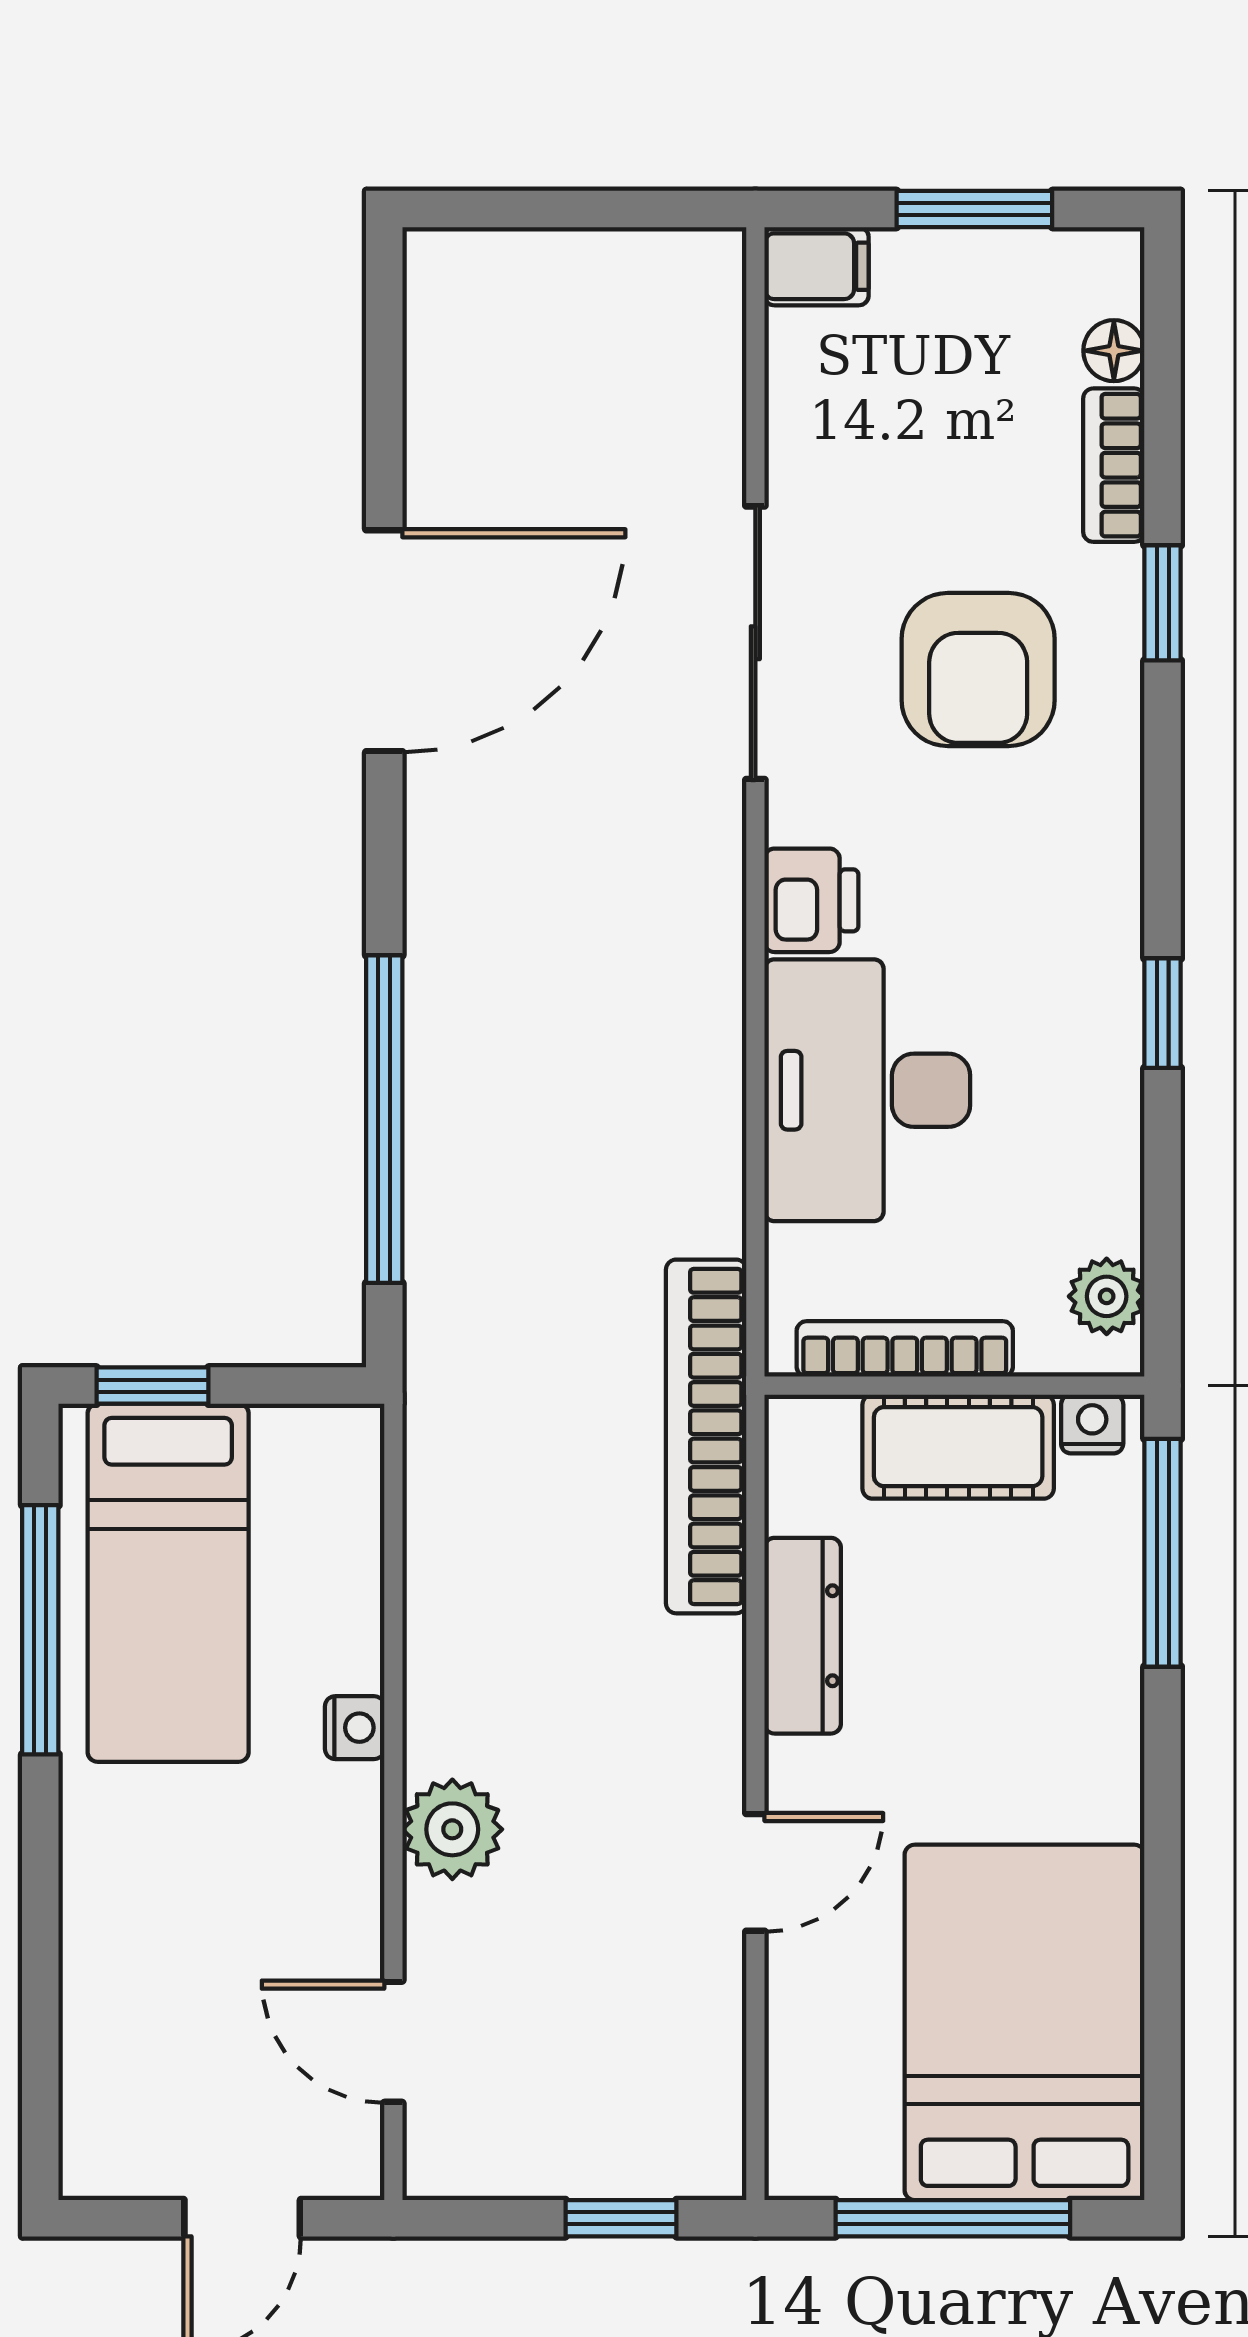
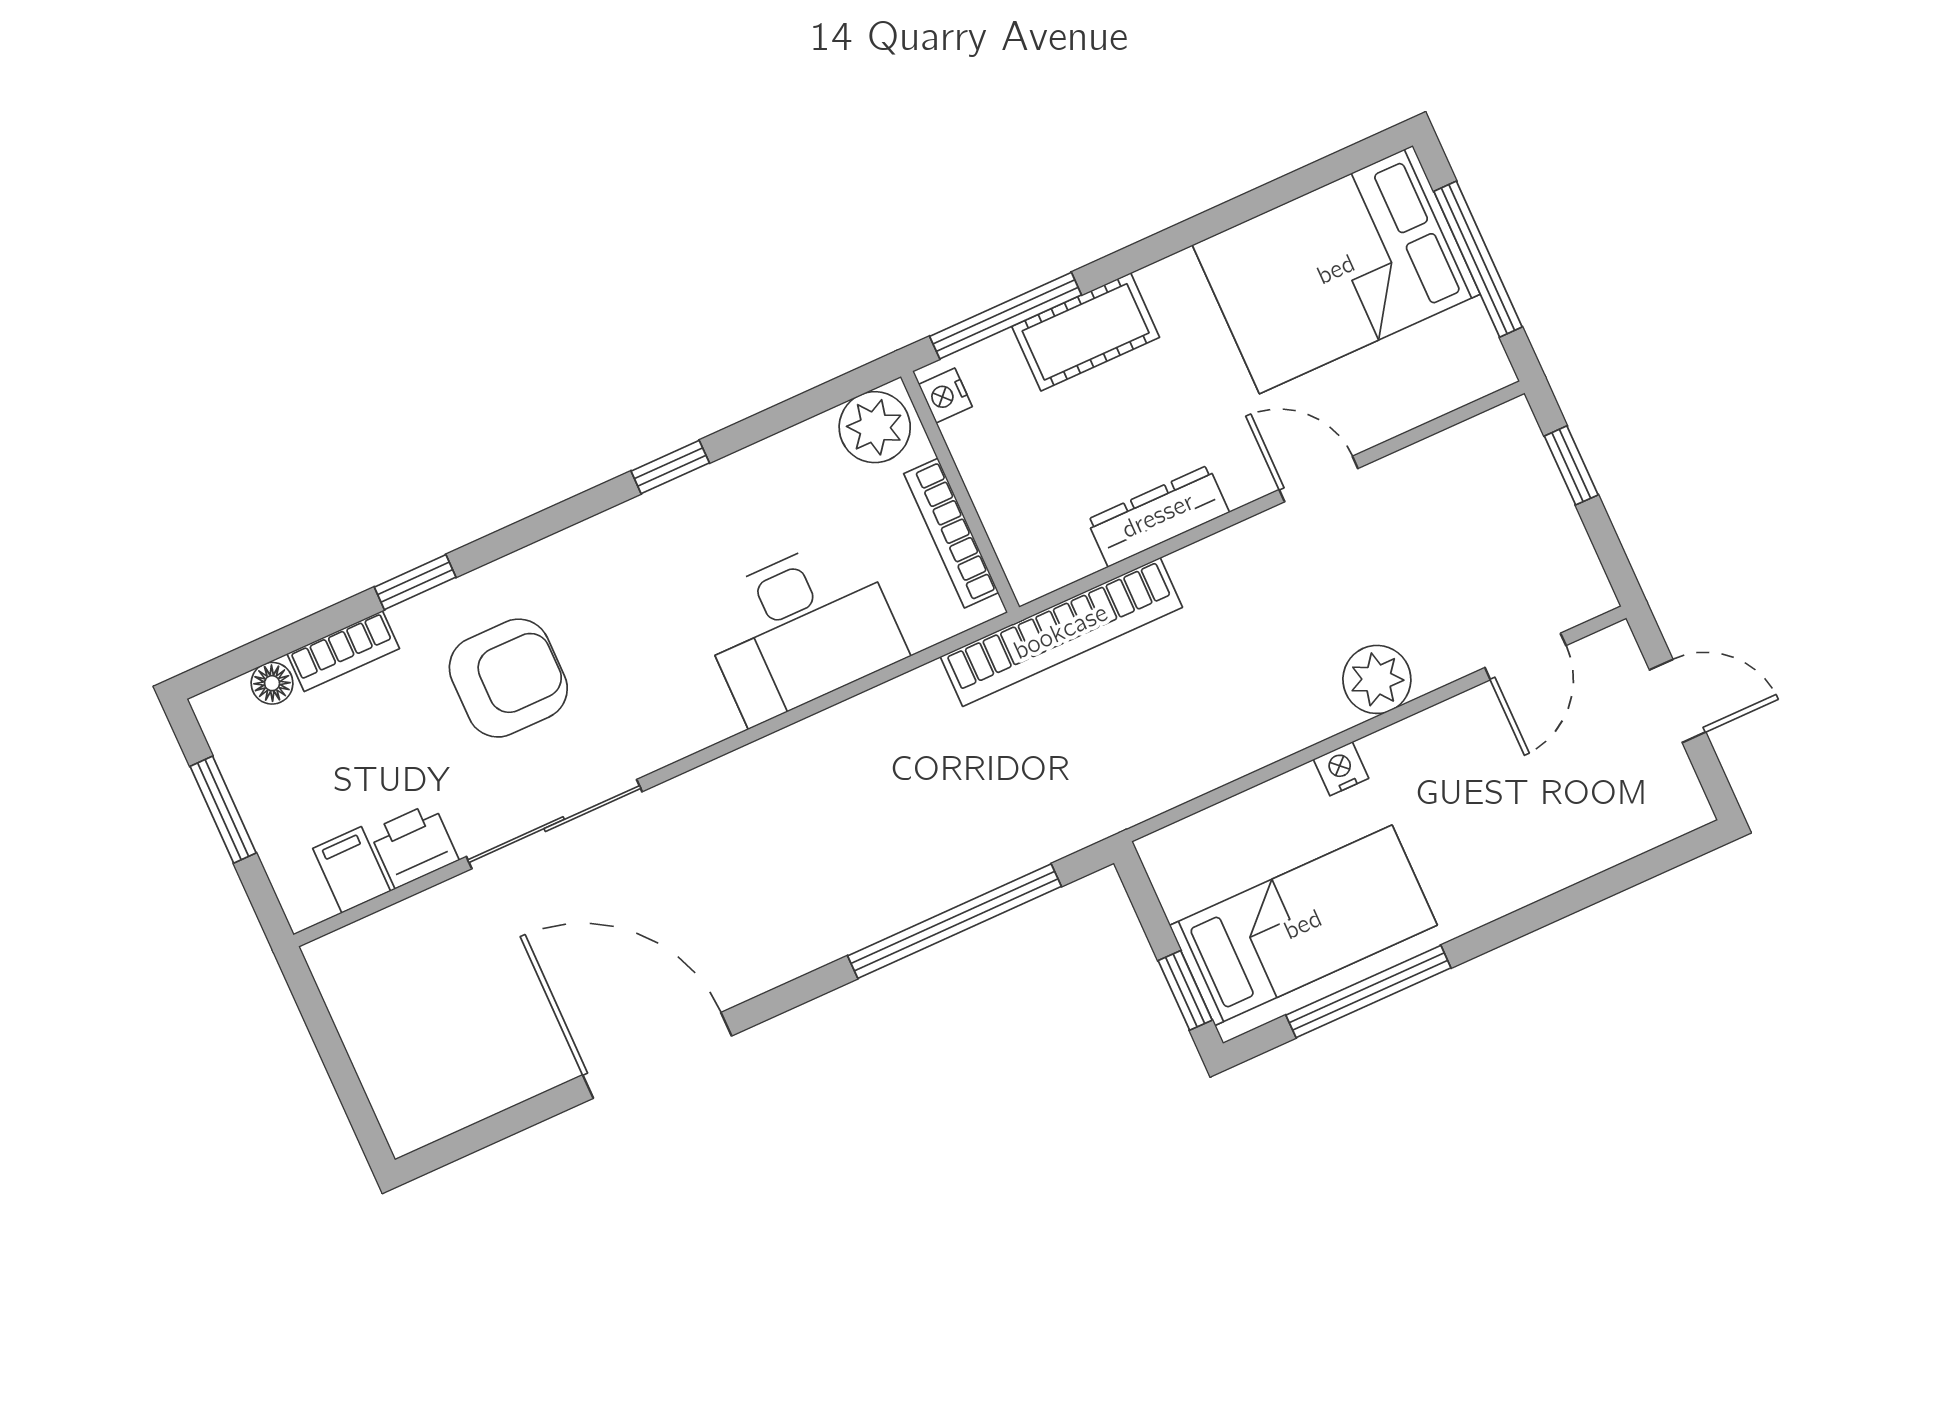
filing cabinet: (817, 266) -> (352, 870), moved
printer: (811, 900) -> (414, 845), moved
plant: (1107, 1296) -> (875, 427), width x1.38, depth x1.38
cot: (958, 1447) -> (1086, 332), moved, turned 90

